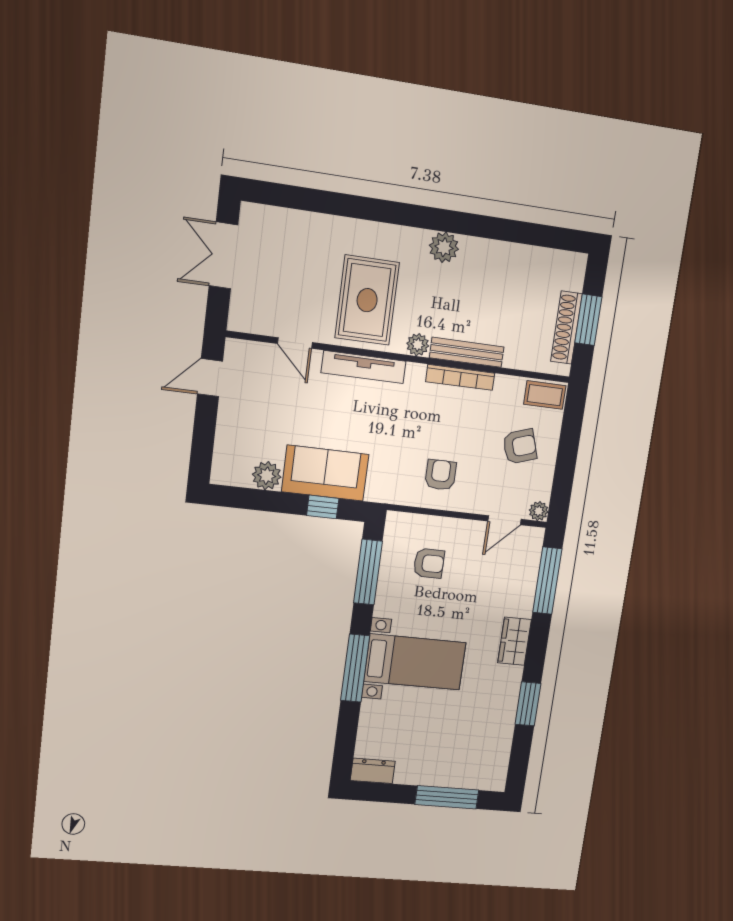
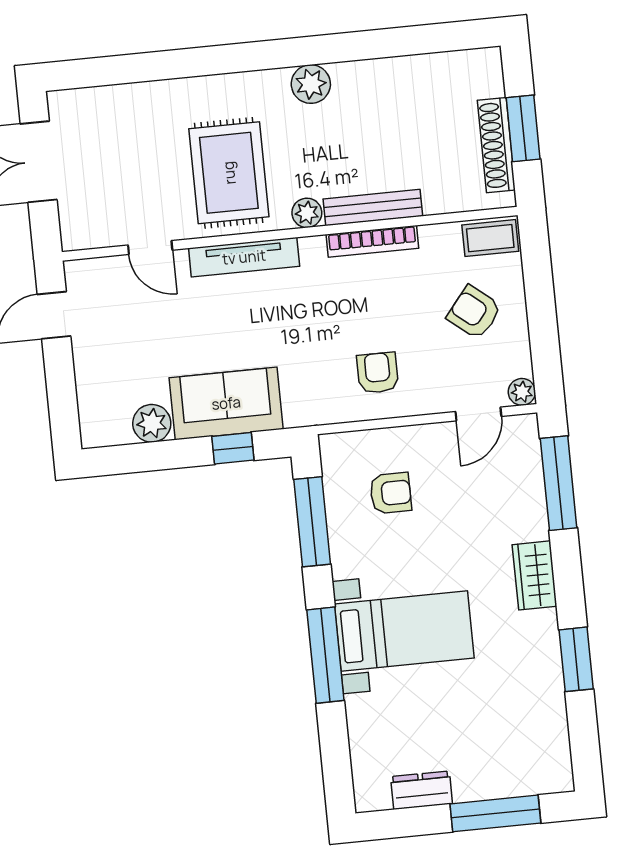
armchair: (520, 446) -> (474, 312), turned -123
dresser: (373, 771) -> (421, 790), moved

